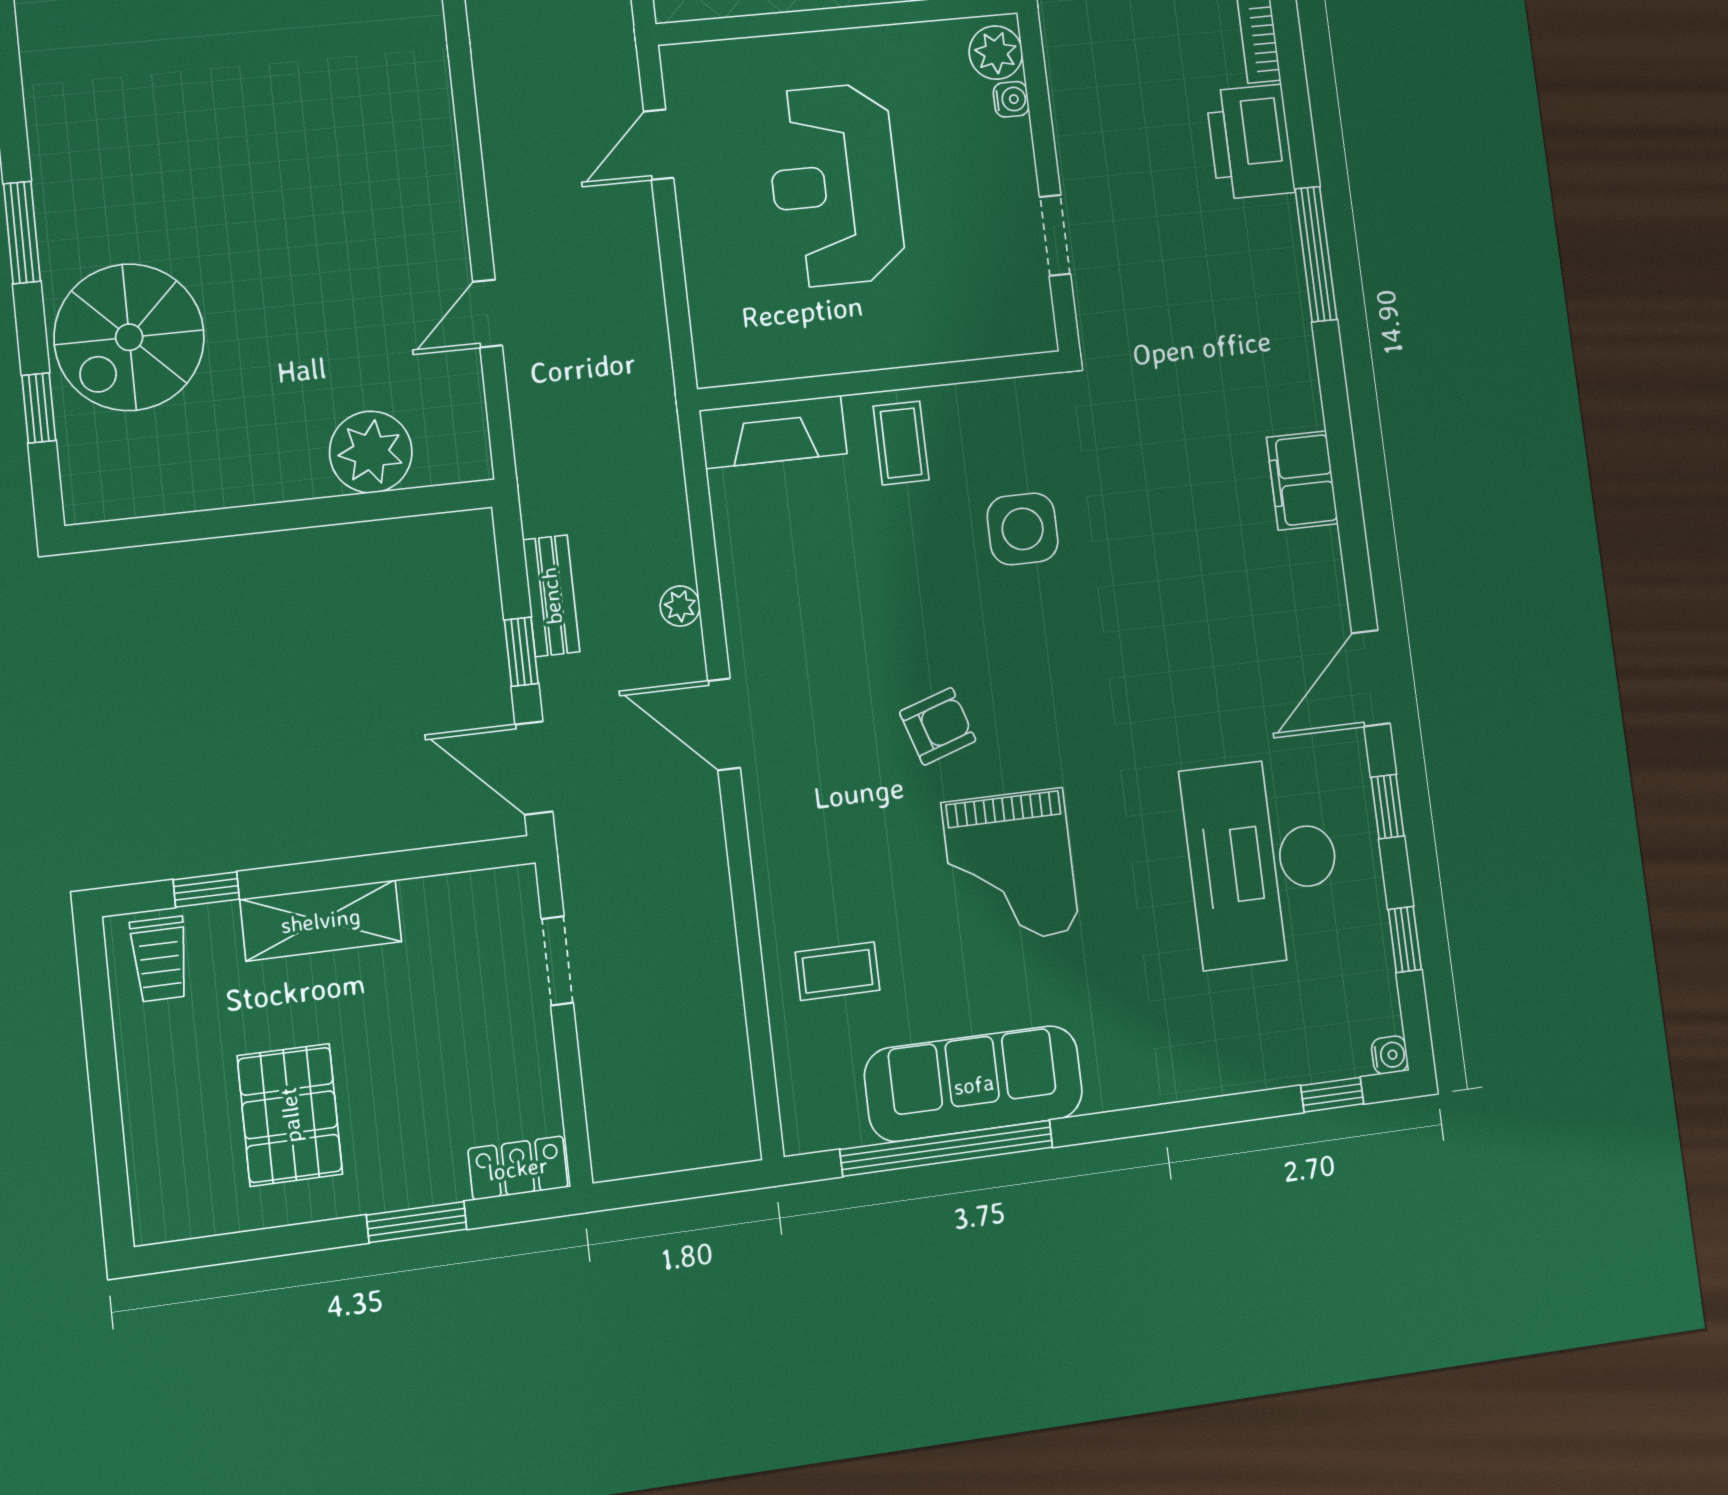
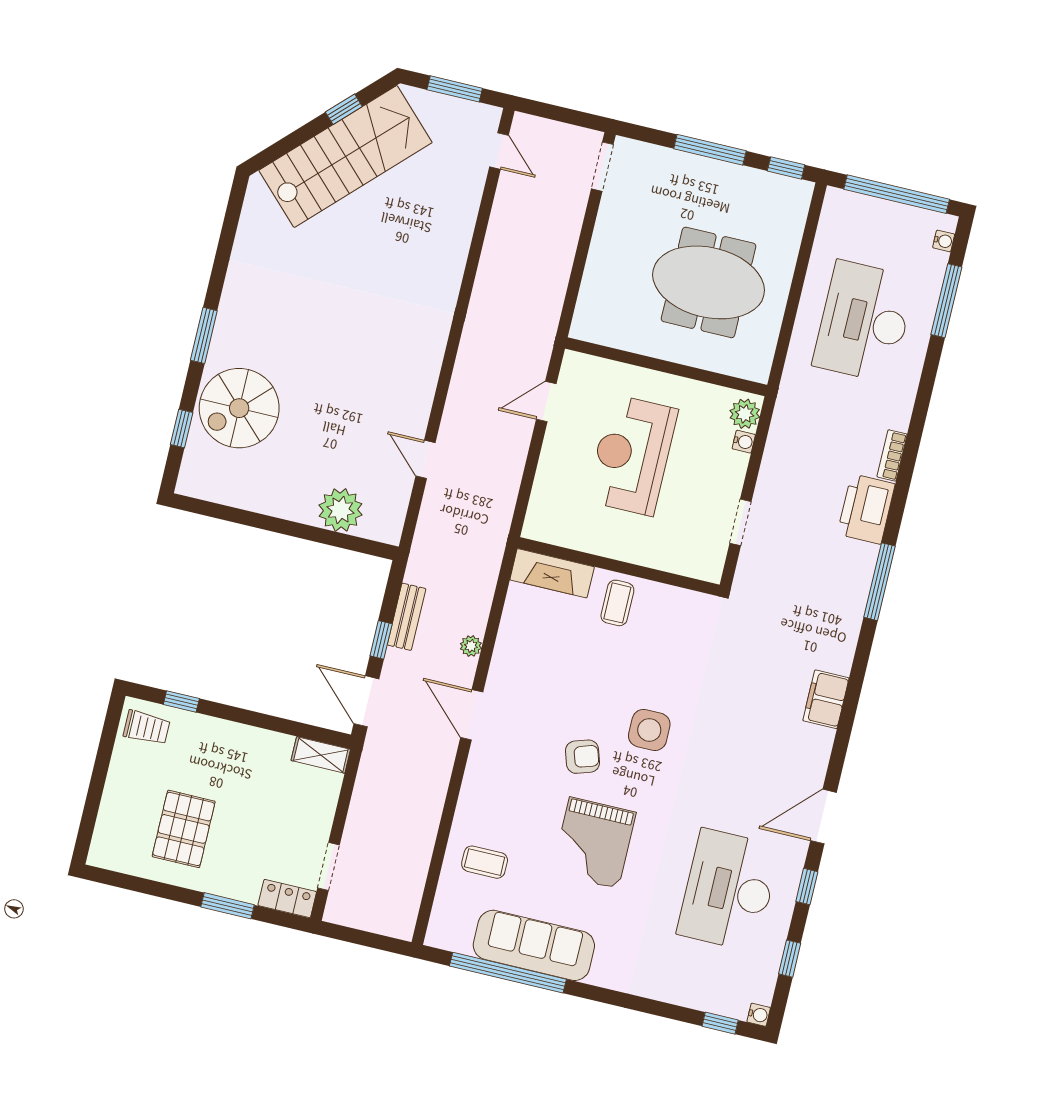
door: (487, 314) -> (426, 459), hinge flipped
side table: (1023, 529) -> (649, 730), moved
shelving: (321, 920) -> (321, 755), moved, width x0.67, depth x0.75
trolley: (160, 959) -> (147, 728), turned -90
doorway: (557, 961) -> (329, 866), moved

